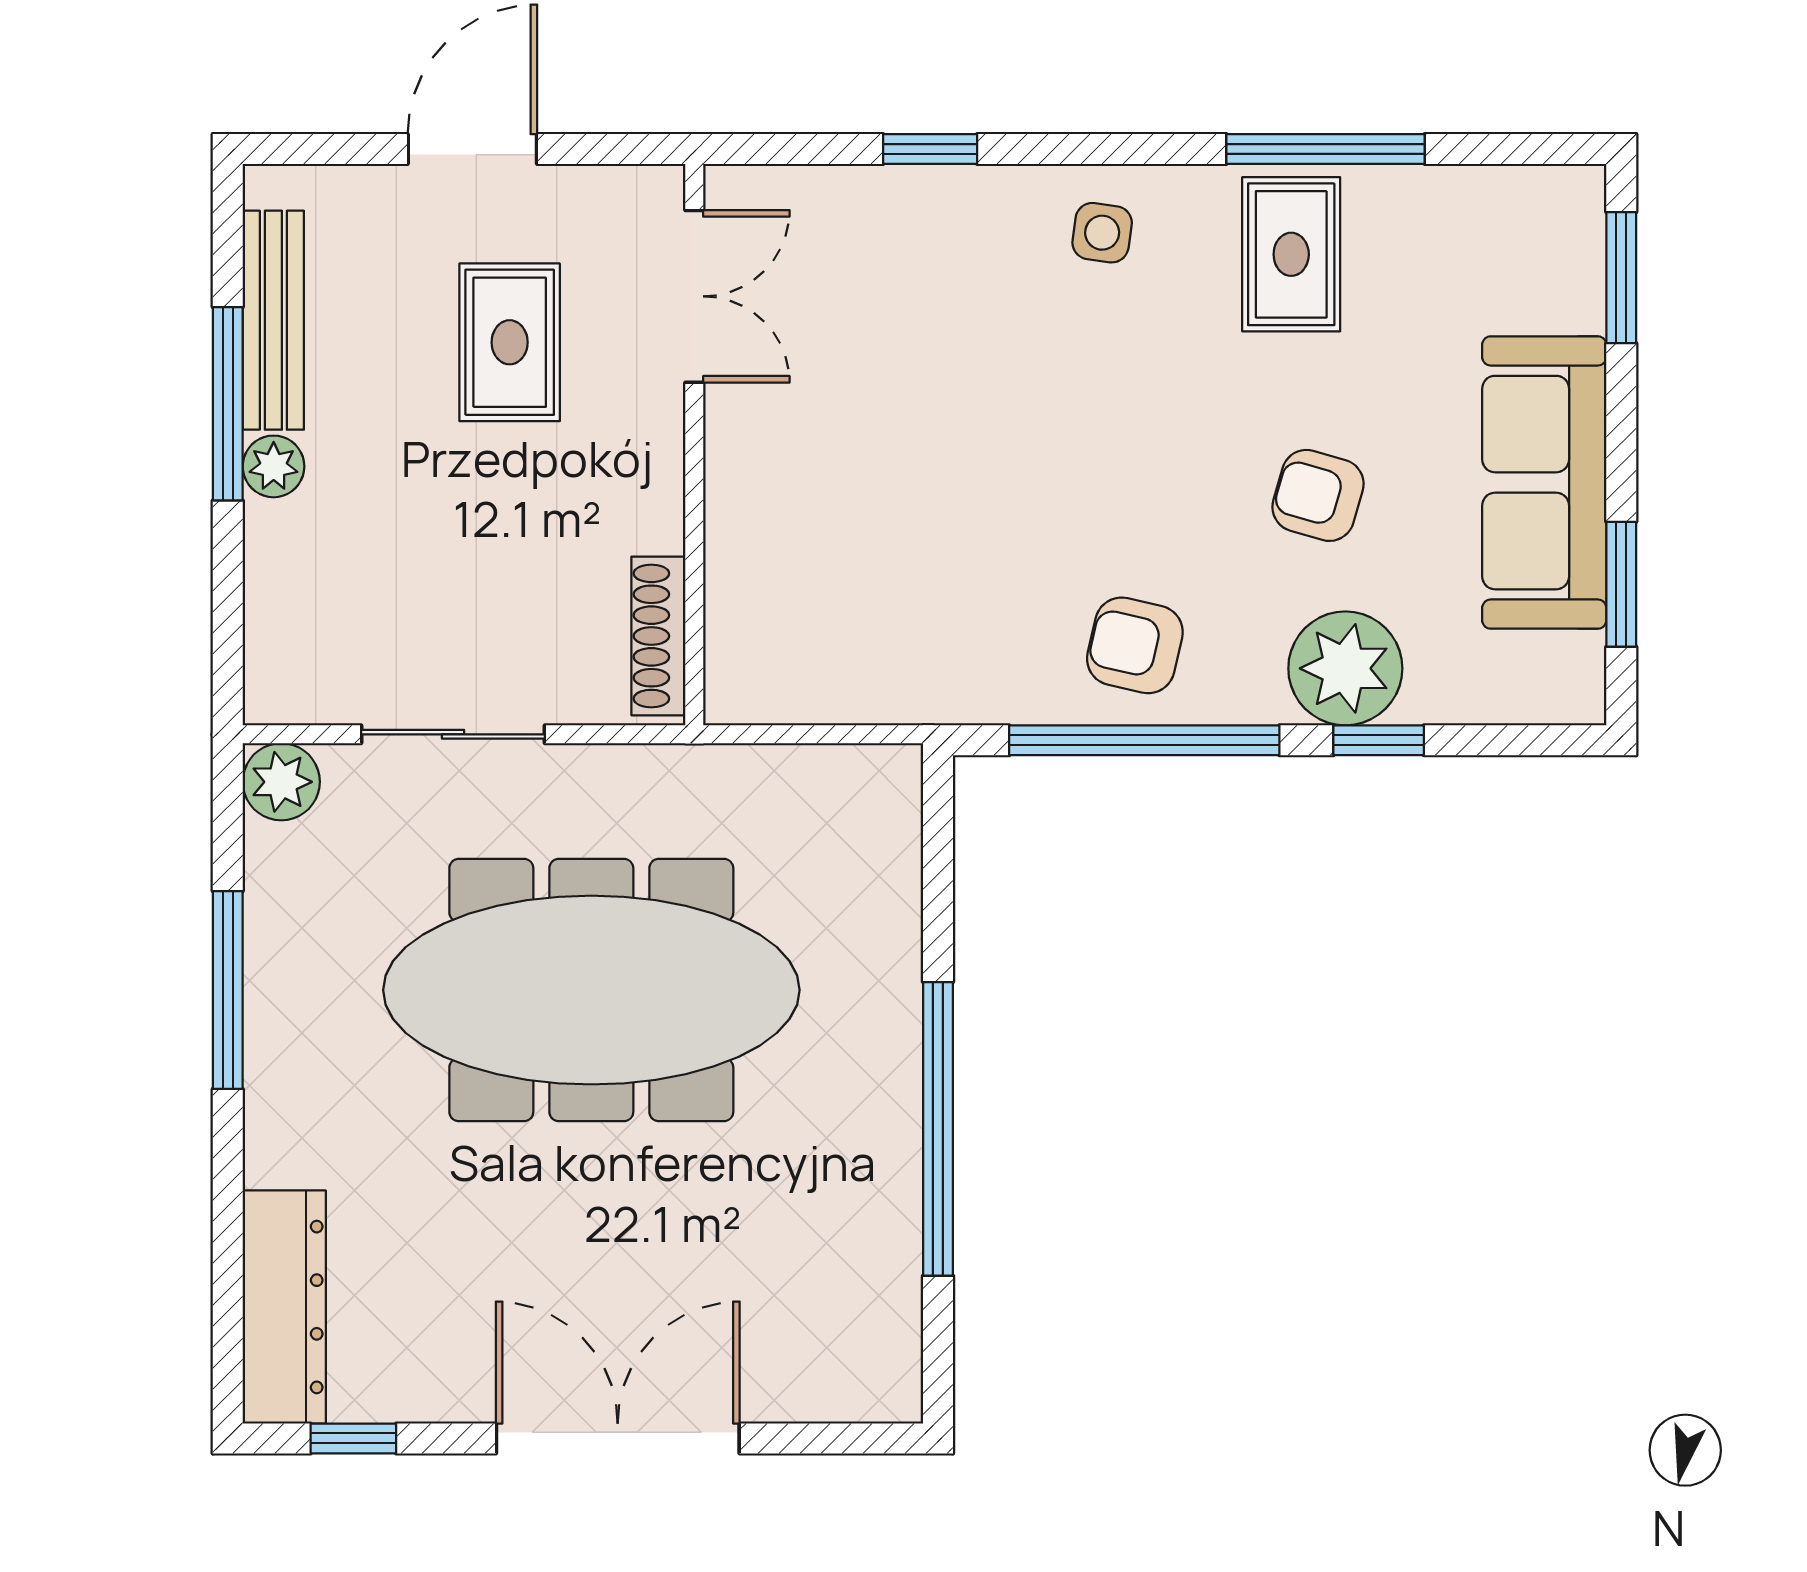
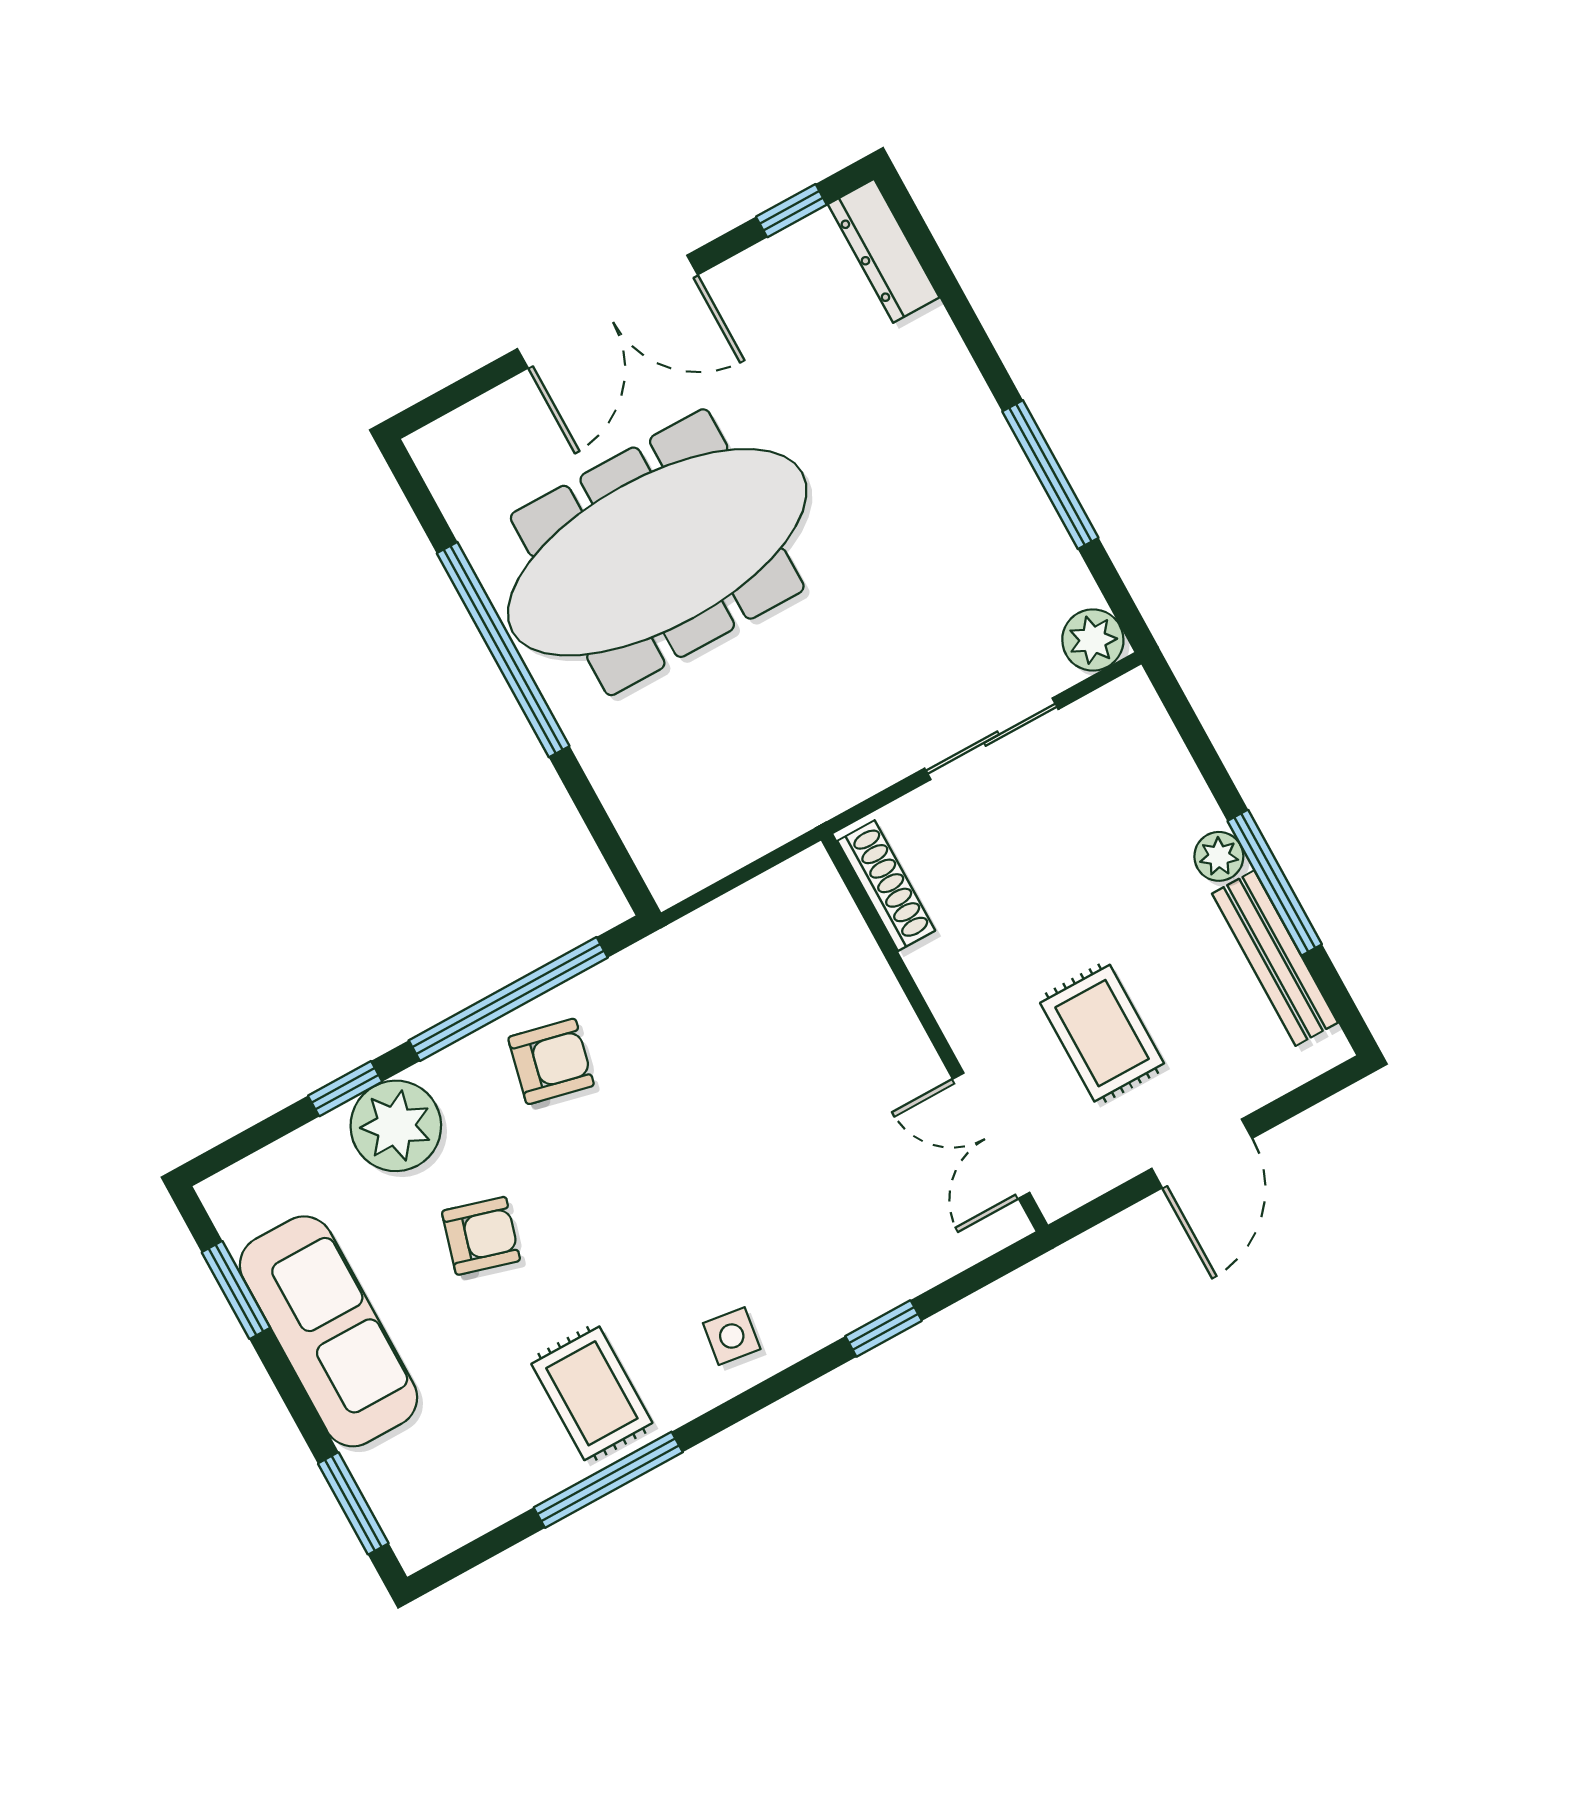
meeting table: (591, 990) -> (657, 552), moved
dresser: (284, 1307) -> (884, 251), width x0.73, depth x0.80

